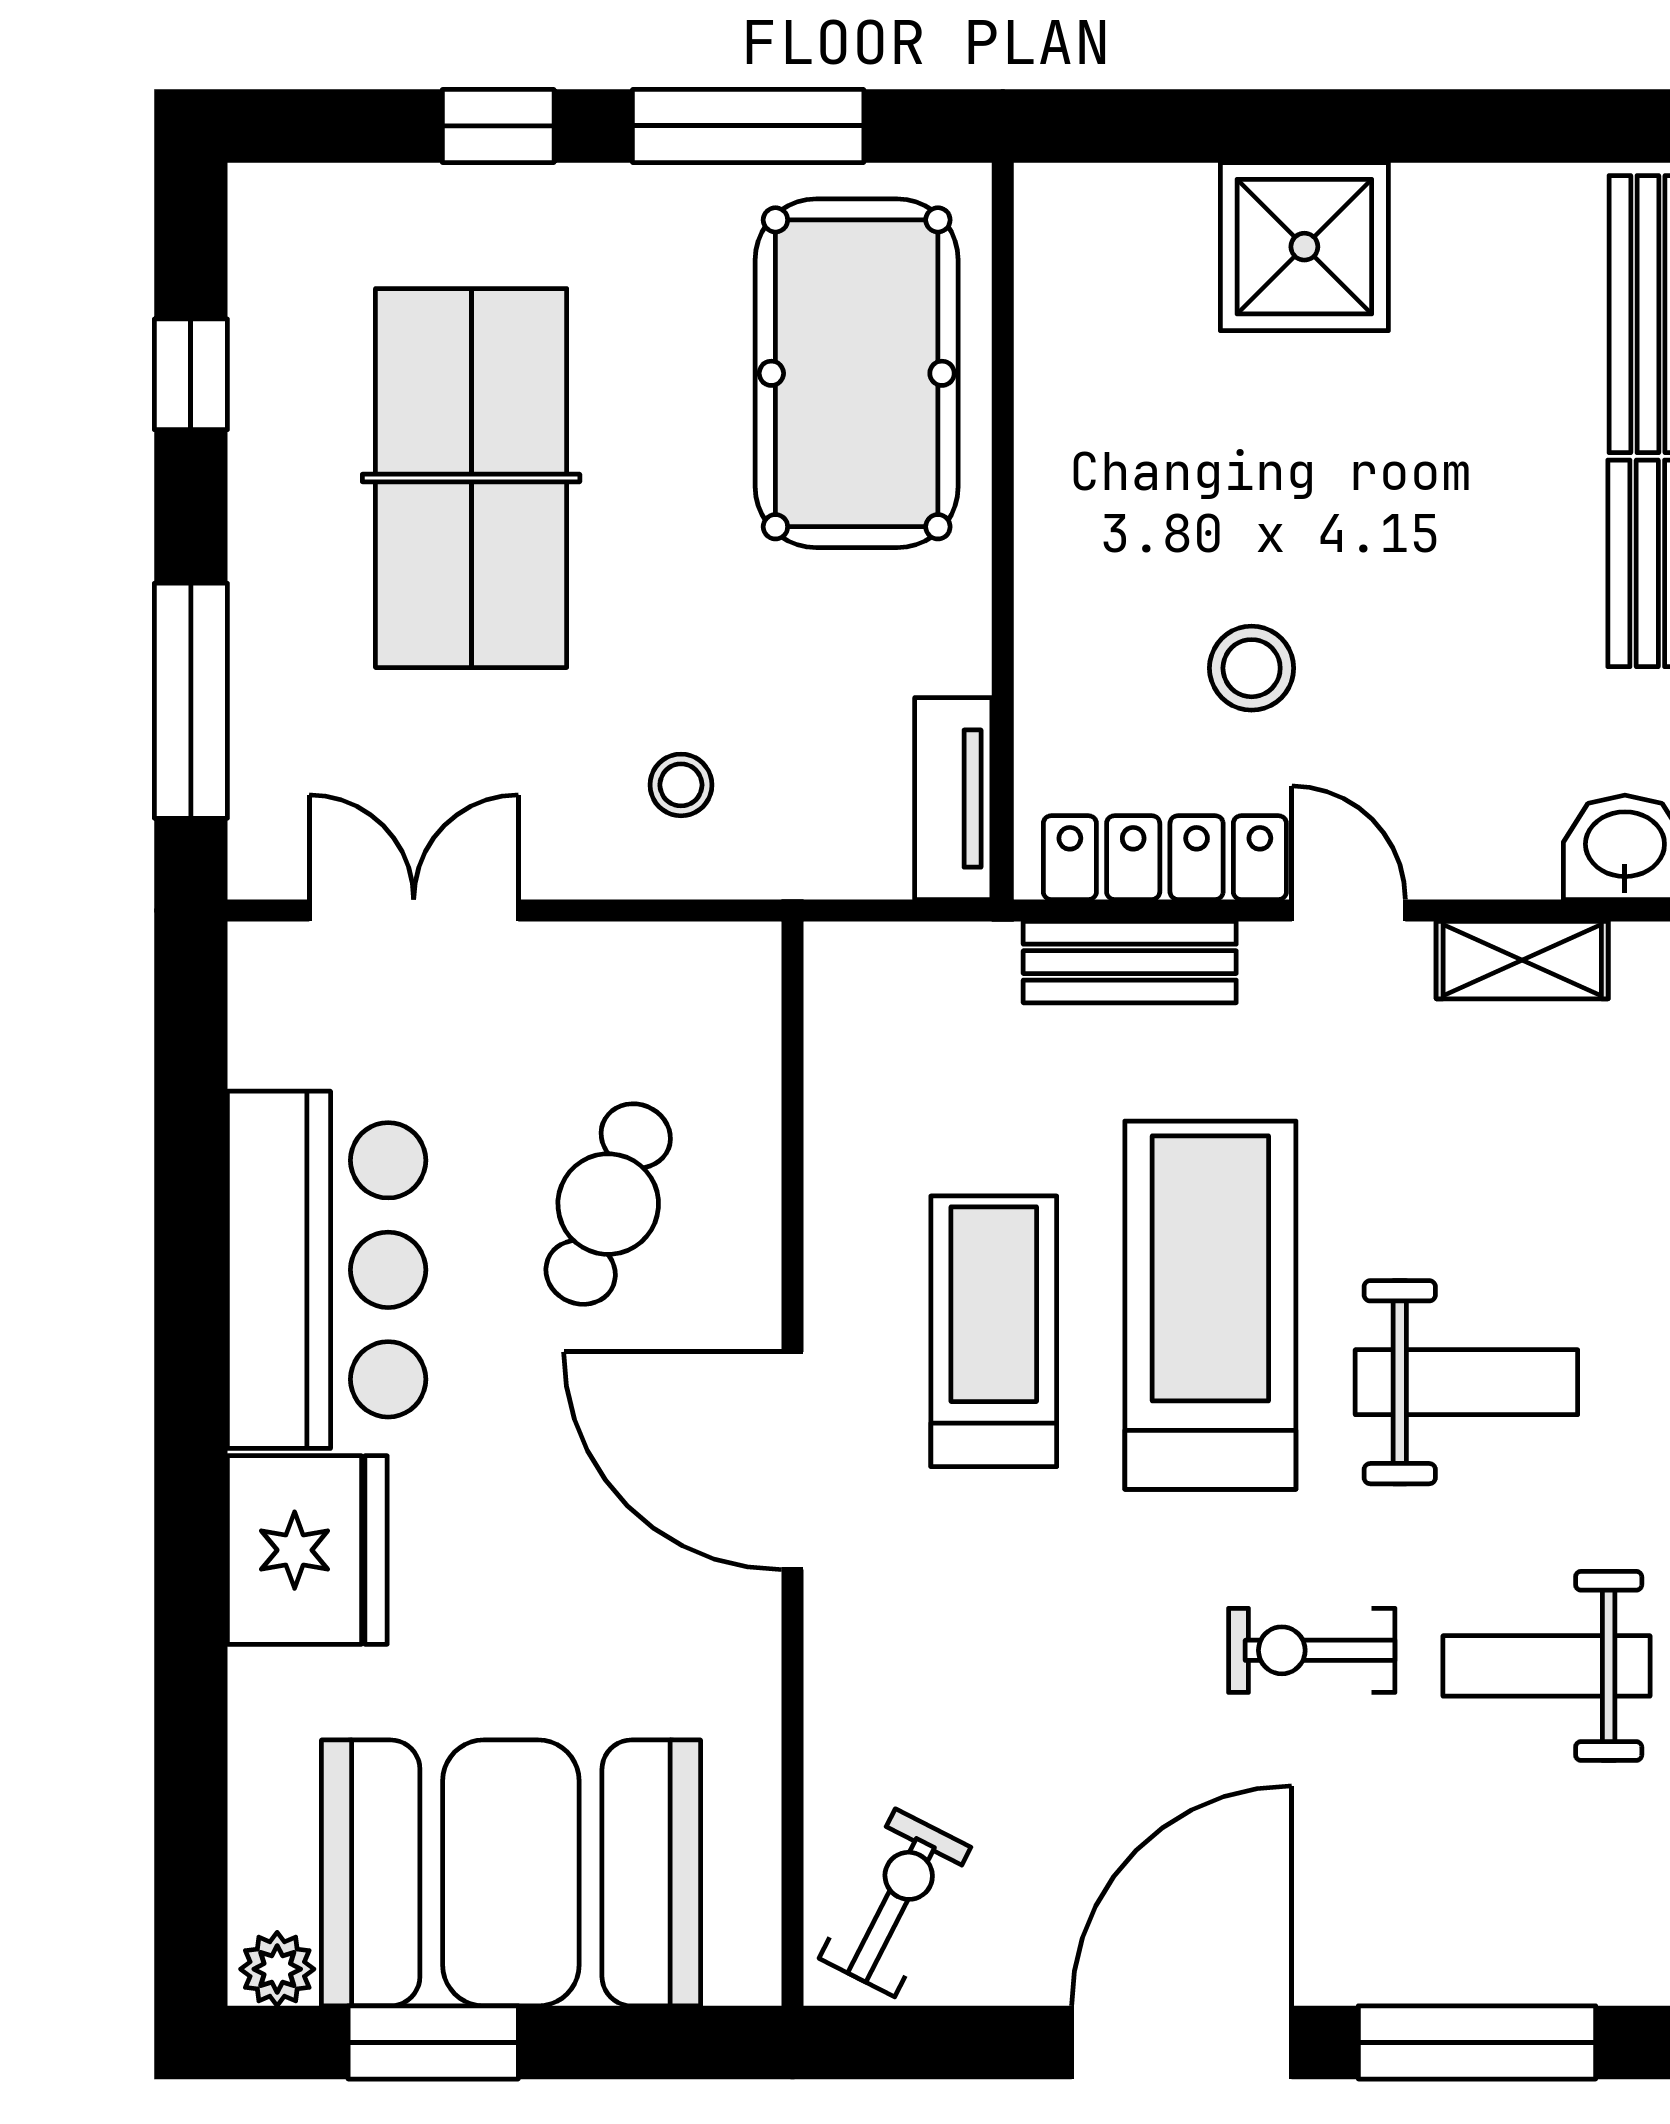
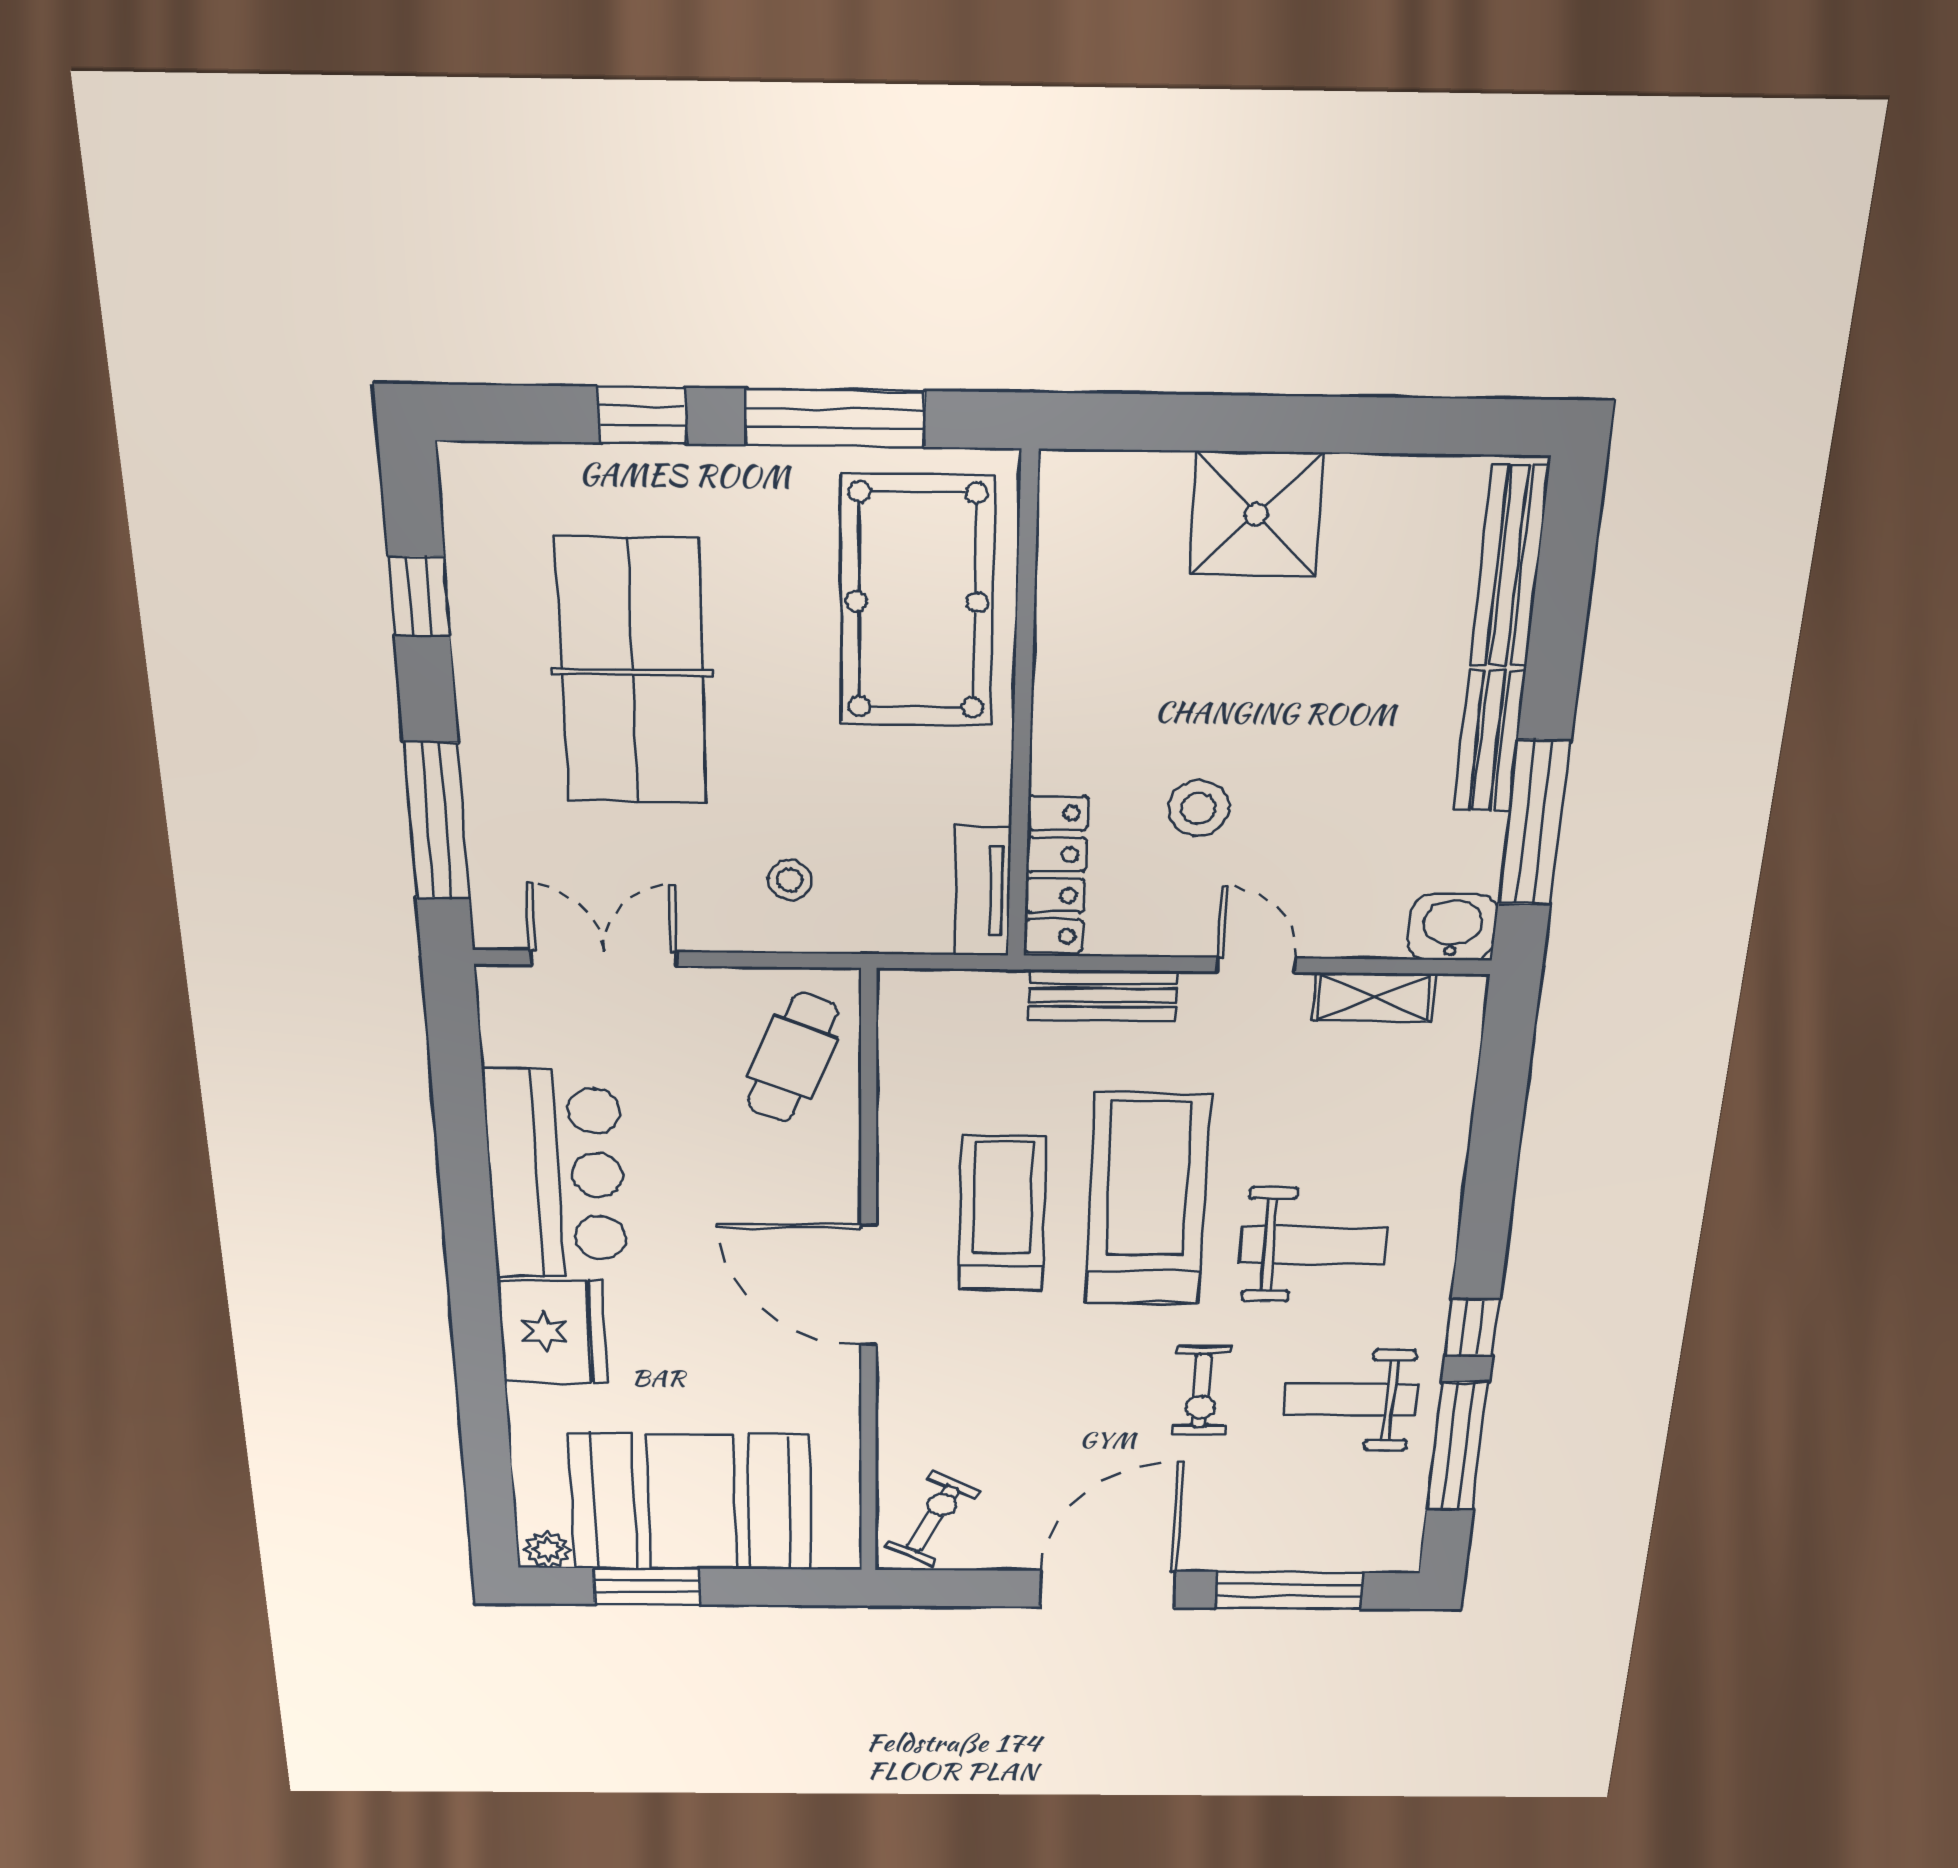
locker: (1165, 858) -> (1056, 875), moved, turned 90
cafe table: (608, 1204) -> (793, 1057), moved
exercise bike: (1312, 1650) -> (1201, 1391), turned -90

